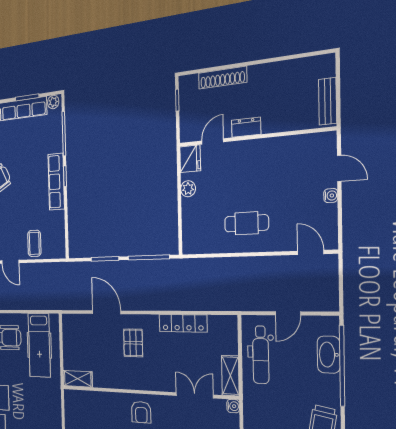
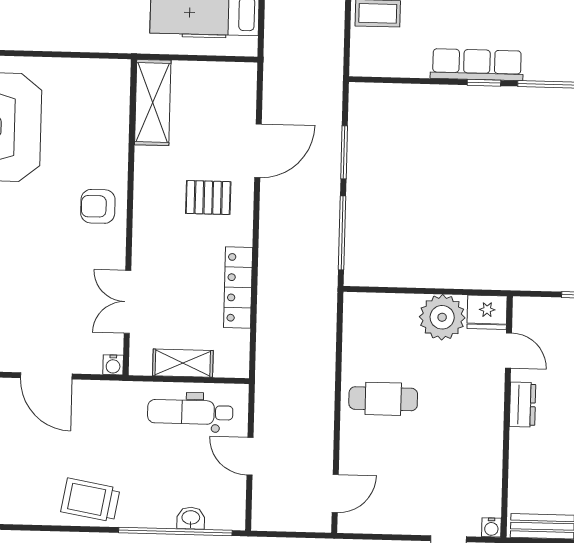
plant: (188, 189) -> (442, 317), width x1.87, depth x1.87
water cooler: (331, 196) -> (491, 527), moved
cafe table: (247, 223) -> (383, 399), turned 90
washbasin: (329, 355) -> (191, 518), width x0.52, depth x0.69
shelving: (230, 376) -> (183, 363), moved
shelving: (78, 379) -> (153, 102), width x1.50, depth x1.33
double door: (195, 395) -> (128, 302), swing flipped

